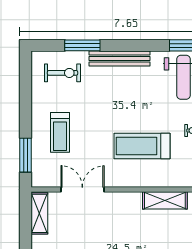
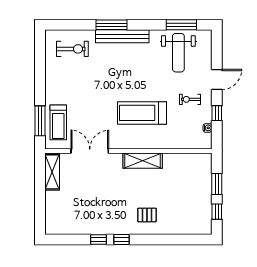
window: (82, 45) -> (112, 25), moved
treadmill: (60, 132) -> (58, 122), moved
shelving: (165, 200) -> (143, 161), moved

